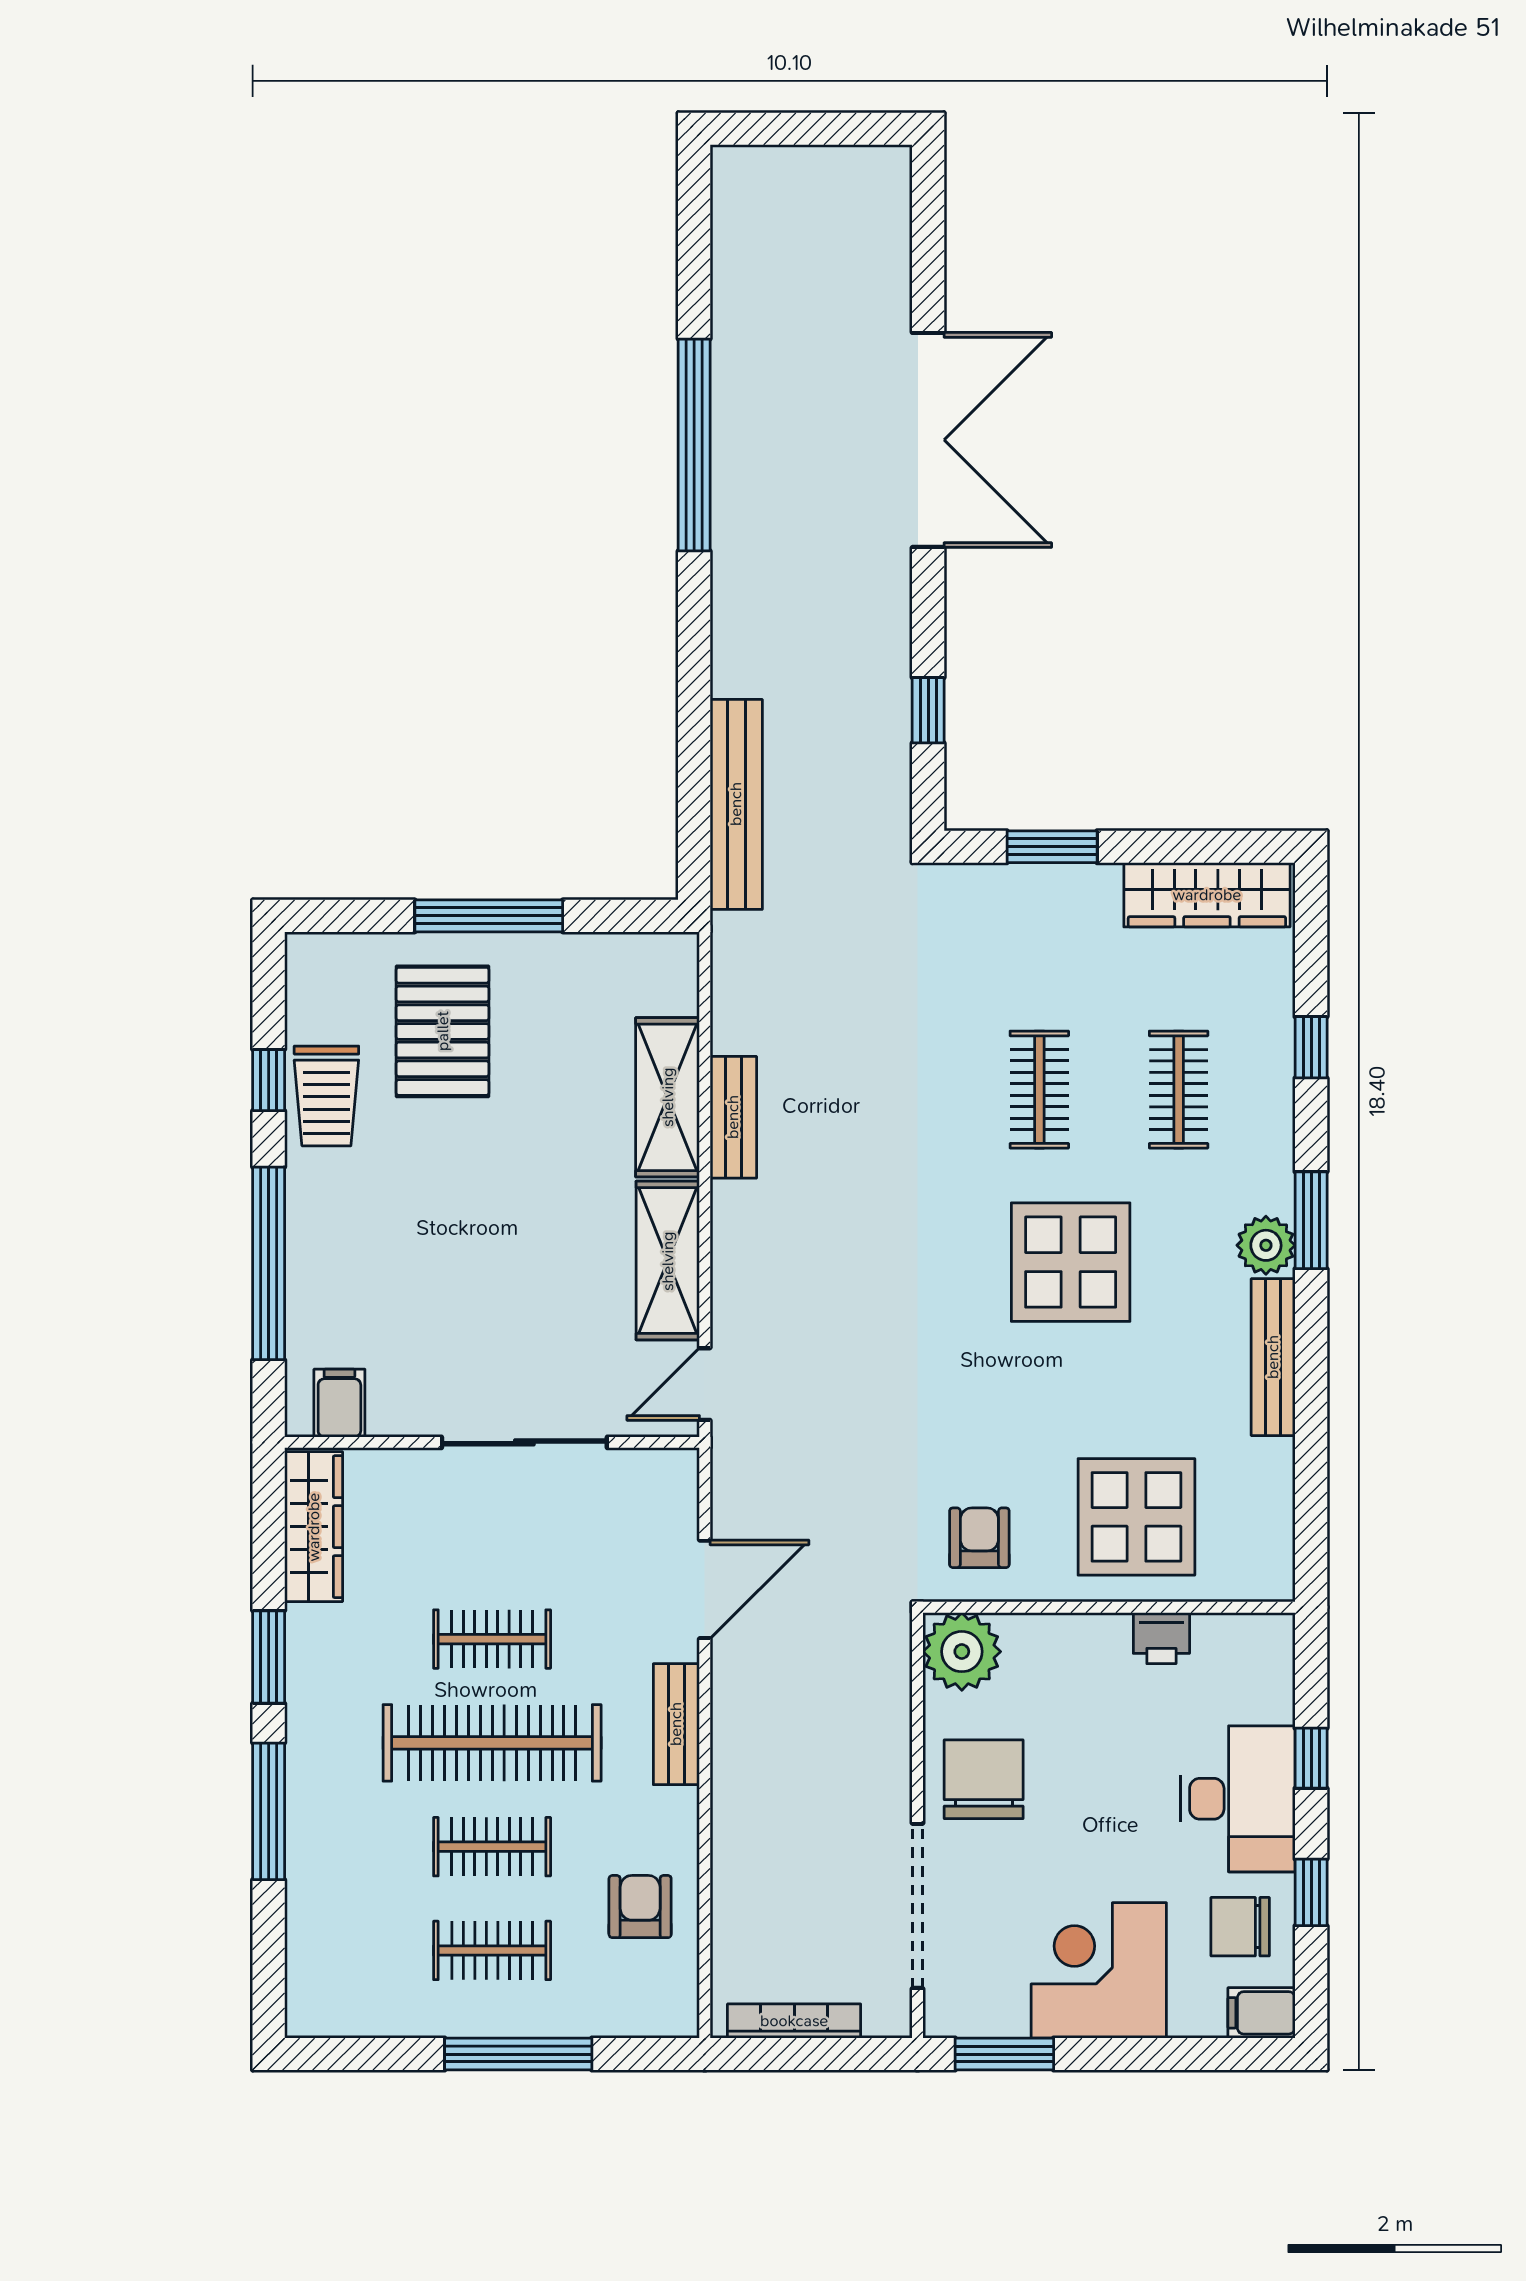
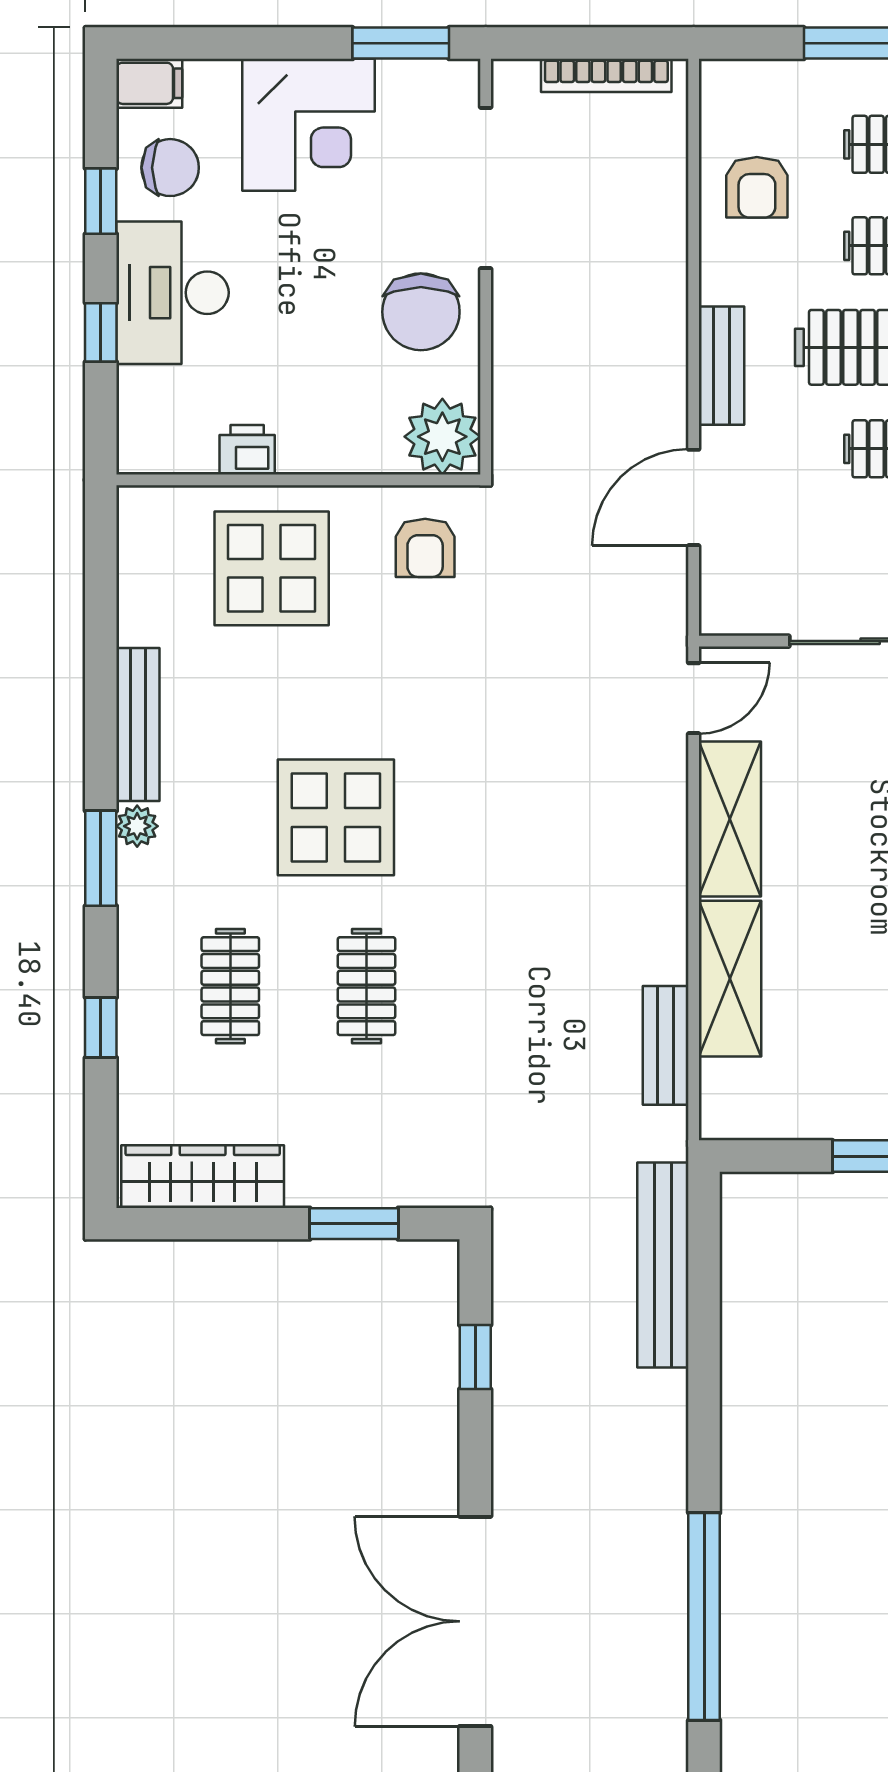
bench: (733, 1117) -> (666, 1045), moved
plant: (1266, 1245) -> (137, 826), width x0.73, depth x0.73

